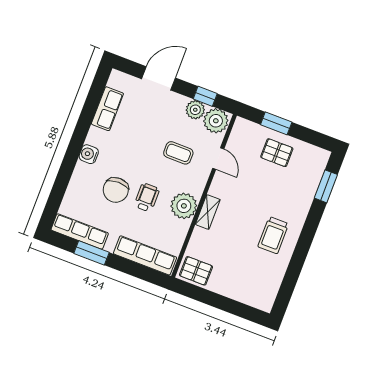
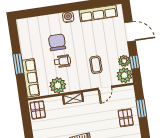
row of seats: (107, 109) -> (98, 13), width x1.48
chair: (116, 190) -> (57, 42), turned 90
plant: (184, 206) -> (58, 85), moved
row of seats: (80, 231) -> (24, 35), removed
window: (92, 253) -> (18, 64), moved

